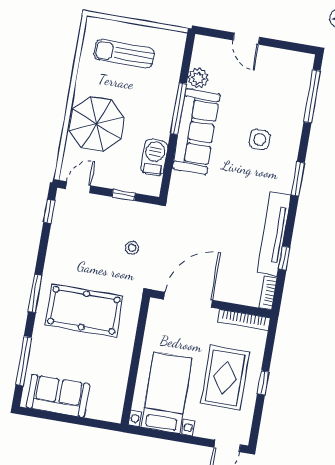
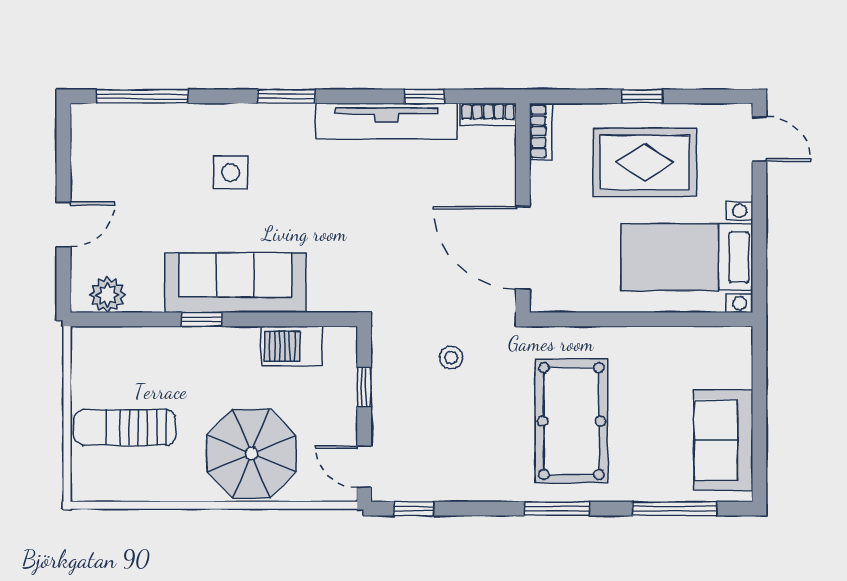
sun lounger: (124, 54) -> (125, 427), turned 90
plant: (198, 78) -> (107, 295), moved
window: (178, 109) -> (202, 319), width x0.46
bookcase: (244, 320) -> (541, 131), width x0.64

